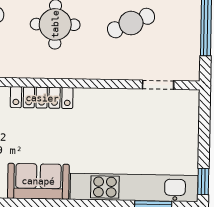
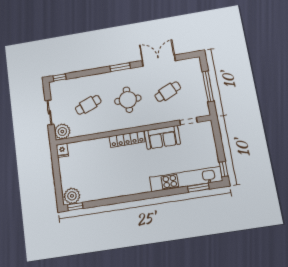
sofa: (38, 181) -> (162, 137), moved, turned 180

